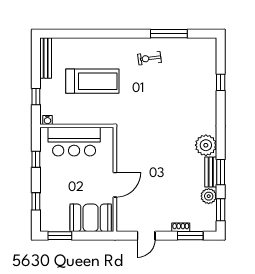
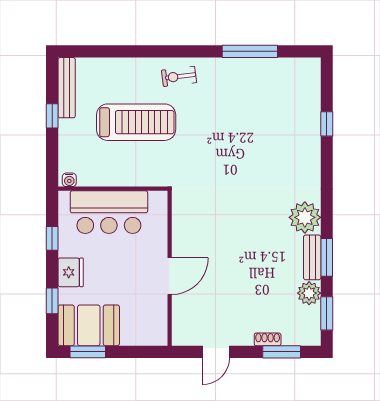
exercise bike: (149, 58) -> (179, 76), moved
window: (36, 97) -> (52, 116), moved
fridge: (48, 182) -> (71, 272), added
booth: (91, 218) -> (89, 325), moved

